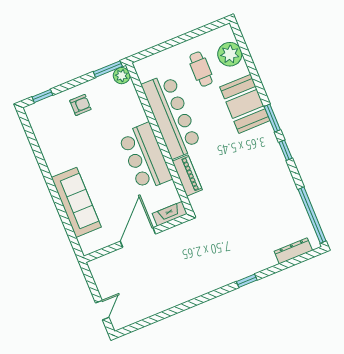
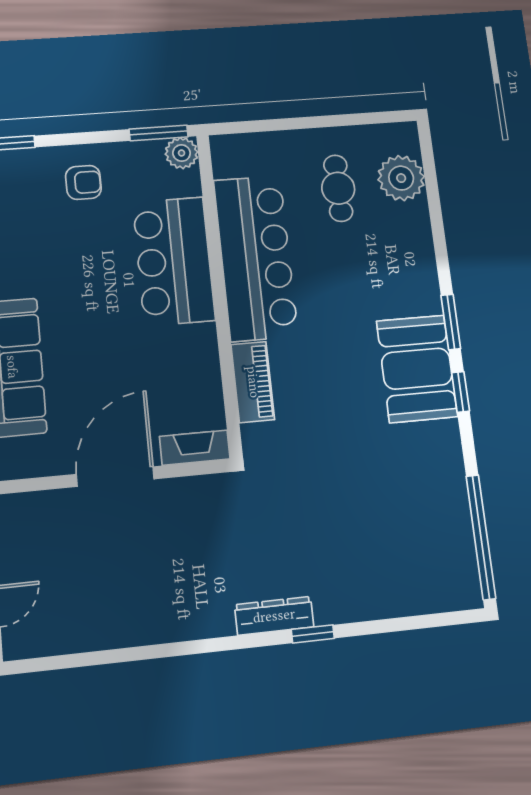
booth: (245, 104) -> (417, 369), moved
bar counter: (145, 157) -> (174, 261), moved
dresser: (293, 251) -> (274, 616), moved

